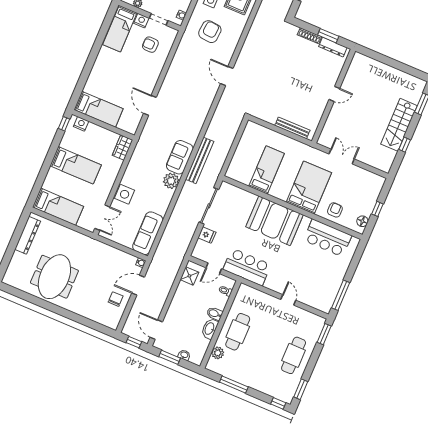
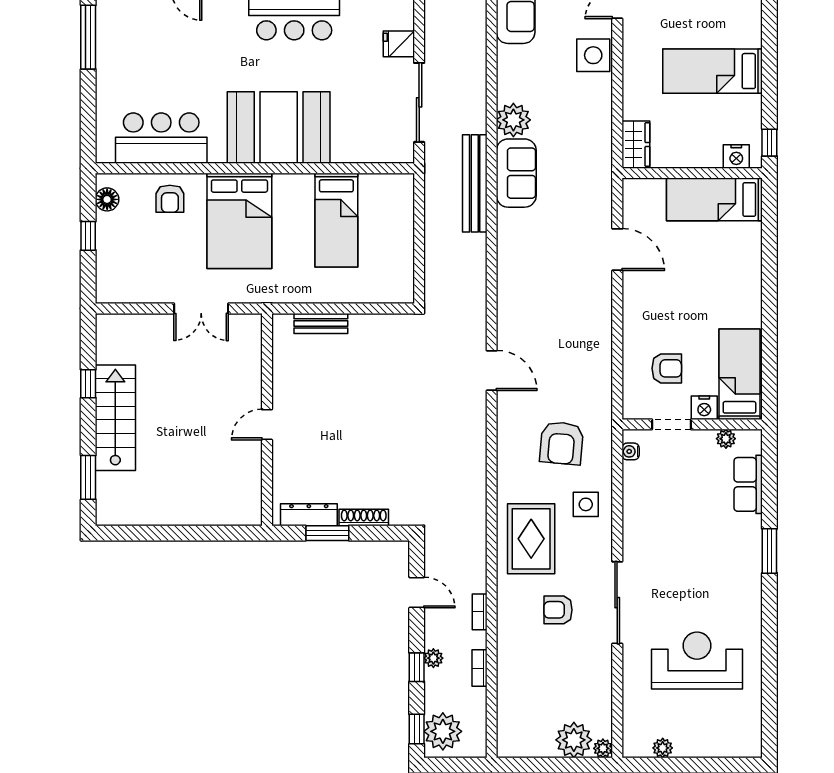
bench: (292, 128) -> (321, 323), width x0.73

